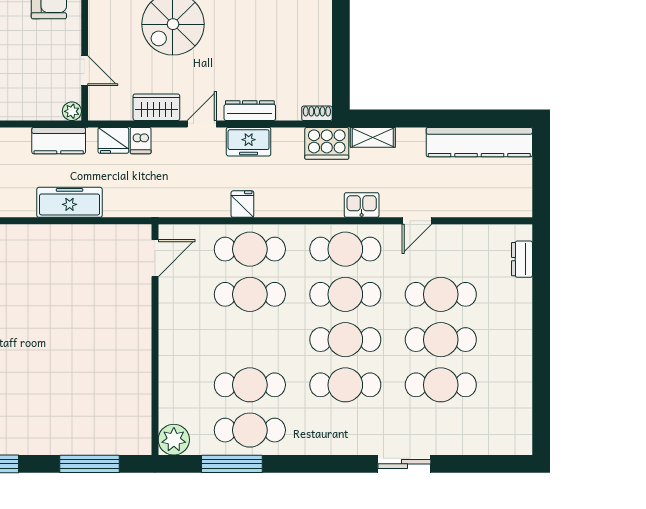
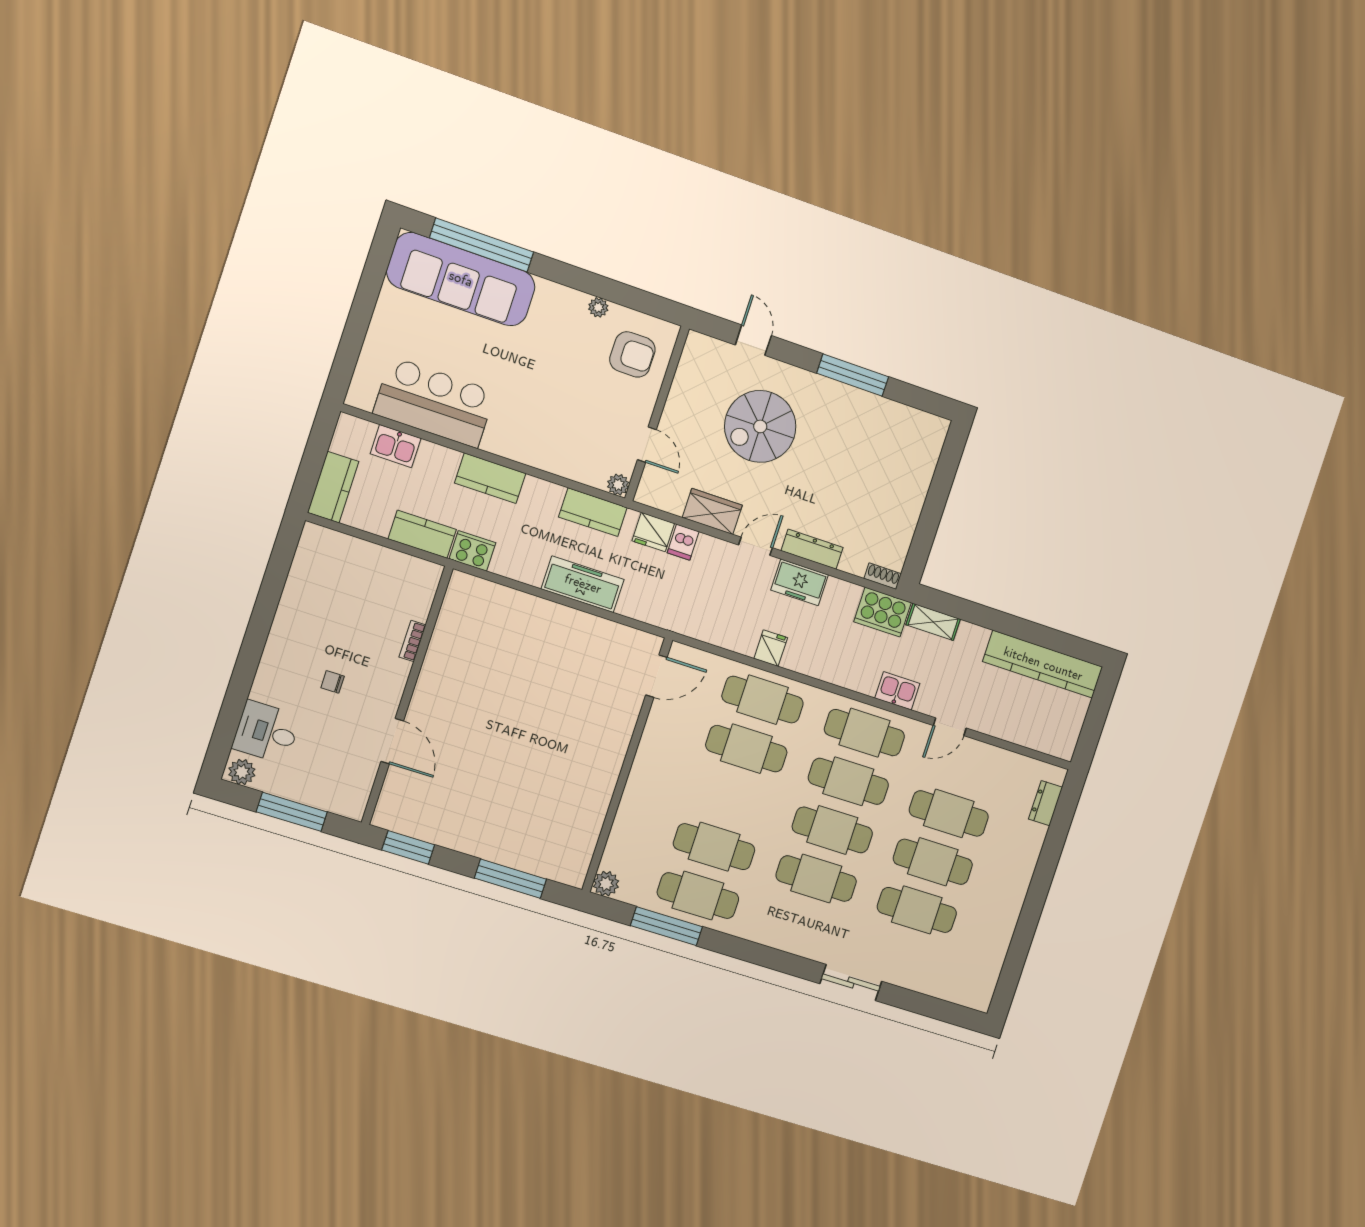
plant: (174, 440) -> (606, 884), width x0.73, depth x0.73

